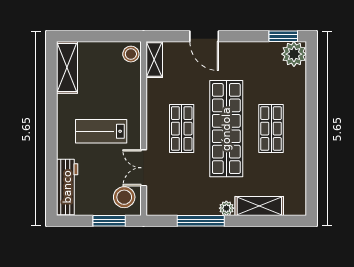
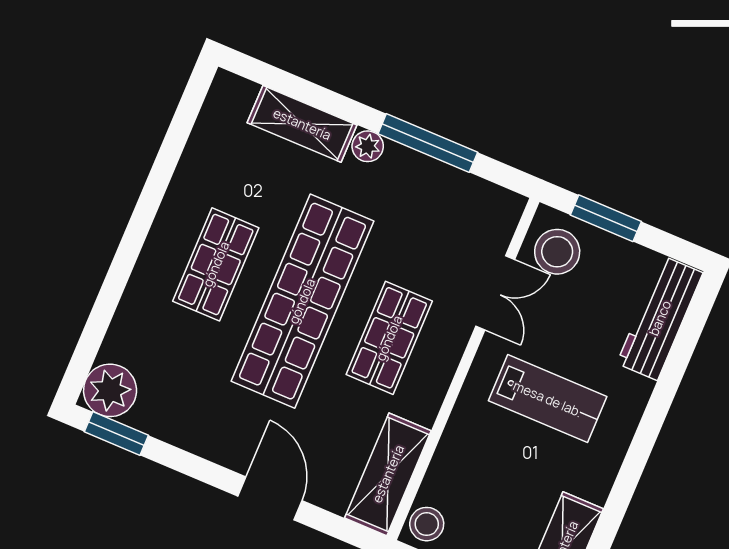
shelving: (154, 60) -> (388, 474), width x1.50, depth x1.33

